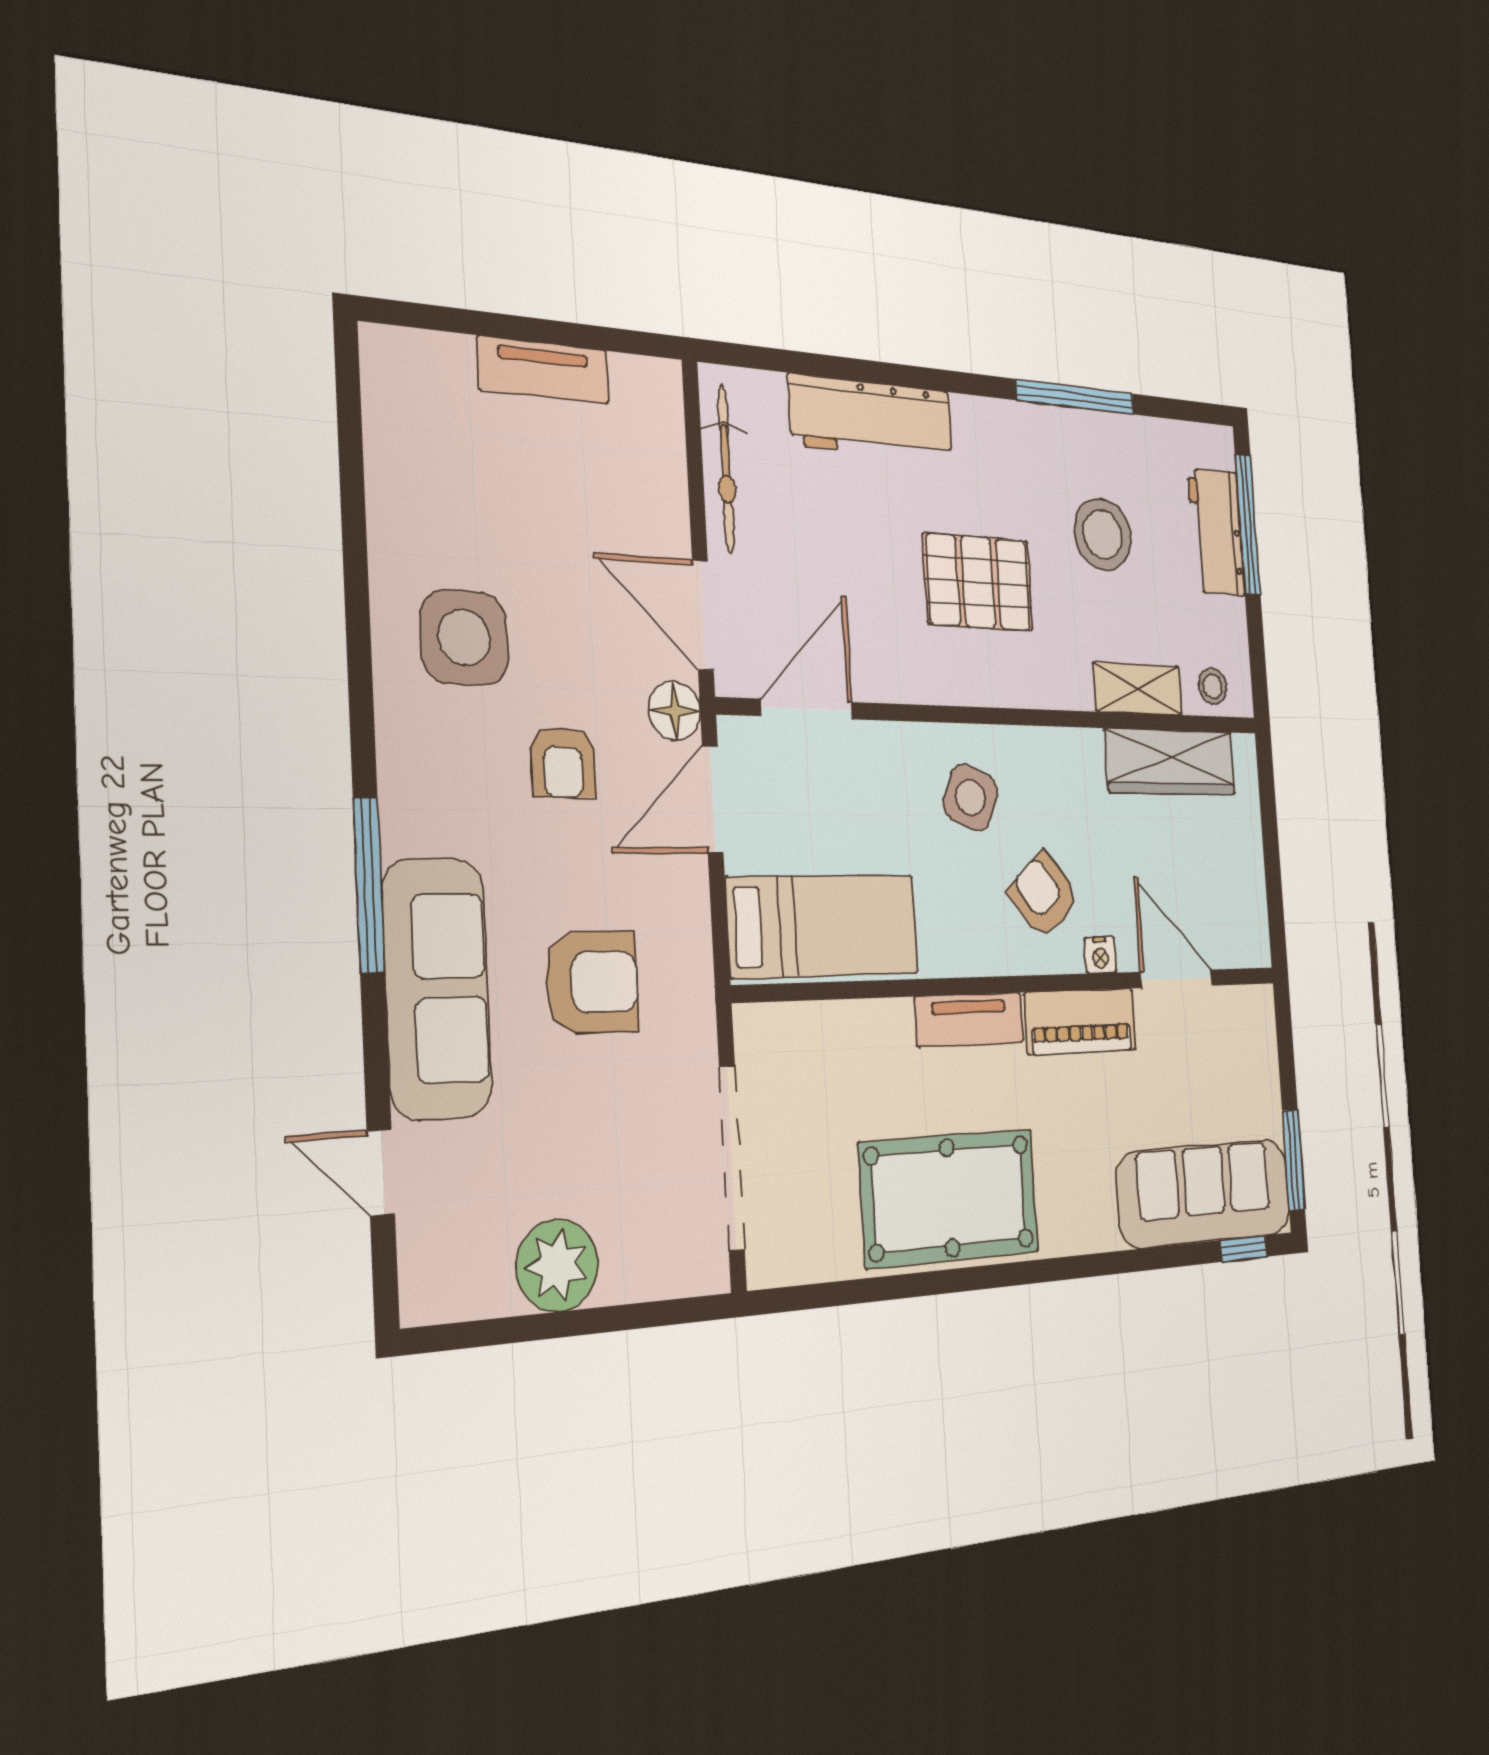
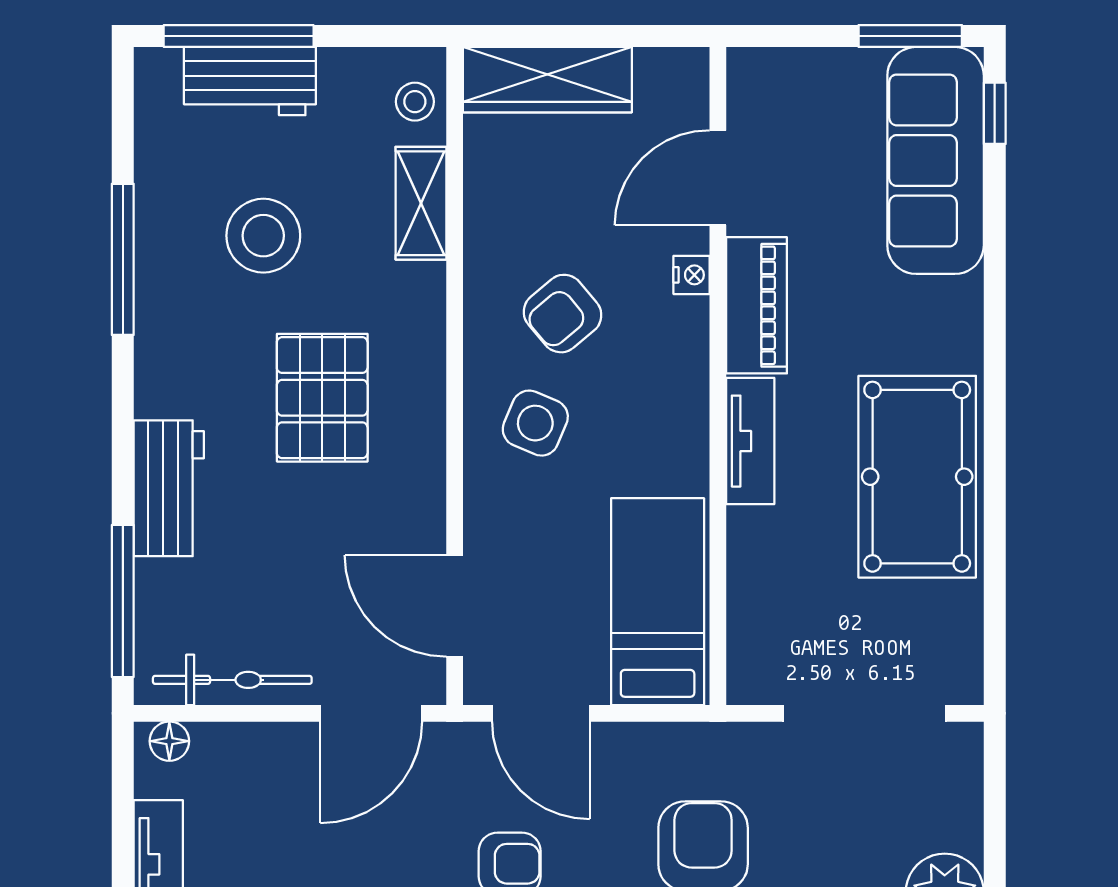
window: (792, 362) -> (123, 601), added
workbench: (871, 418) -> (169, 488), width x0.73
floor lamp: (674, 711) -> (169, 741), moved, width x0.73, depth x0.73
wardrobe: (1171, 762) -> (547, 80), moved, turned 90
armchair: (1043, 895) -> (562, 314), moved

